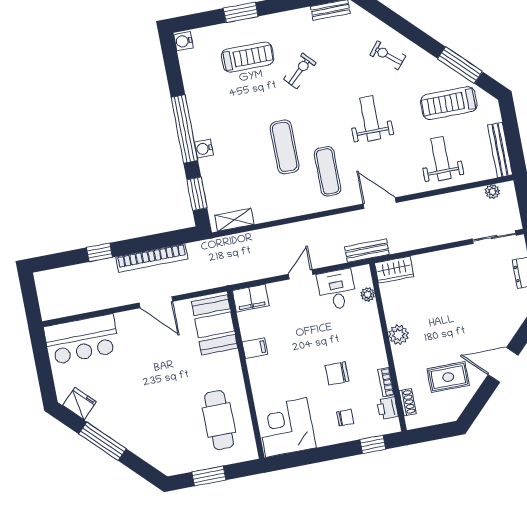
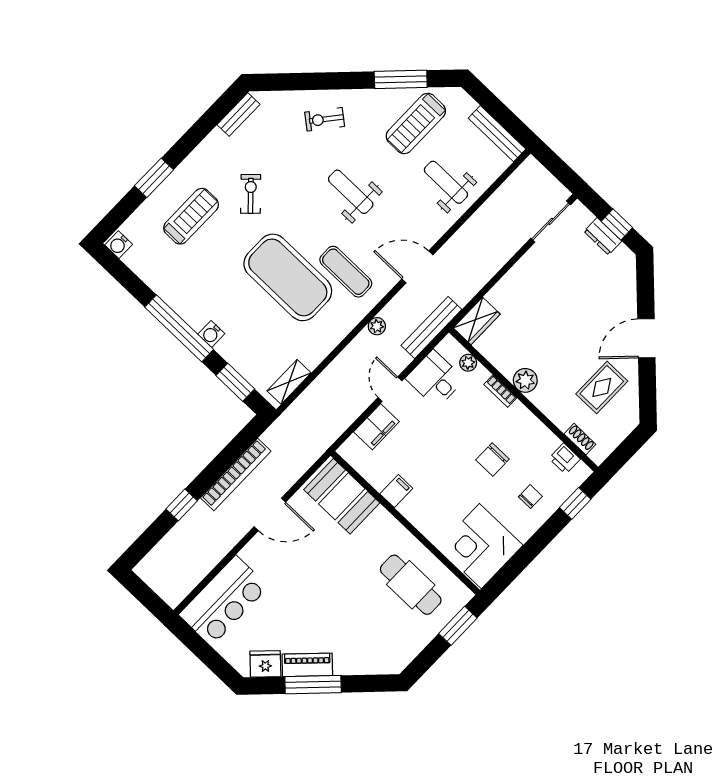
exercise mat: (285, 147) -> (288, 277), width x2.00, depth x1.45
plant: (492, 192) -> (377, 326), moved
bench: (367, 251) -> (431, 327), width x1.36
filing cabinet: (251, 298) -> (376, 427), moved
bookcase: (386, 382) -> (500, 391), moved
piano: (108, 425) -> (307, 665), added
window: (209, 476) -> (458, 626), moved

